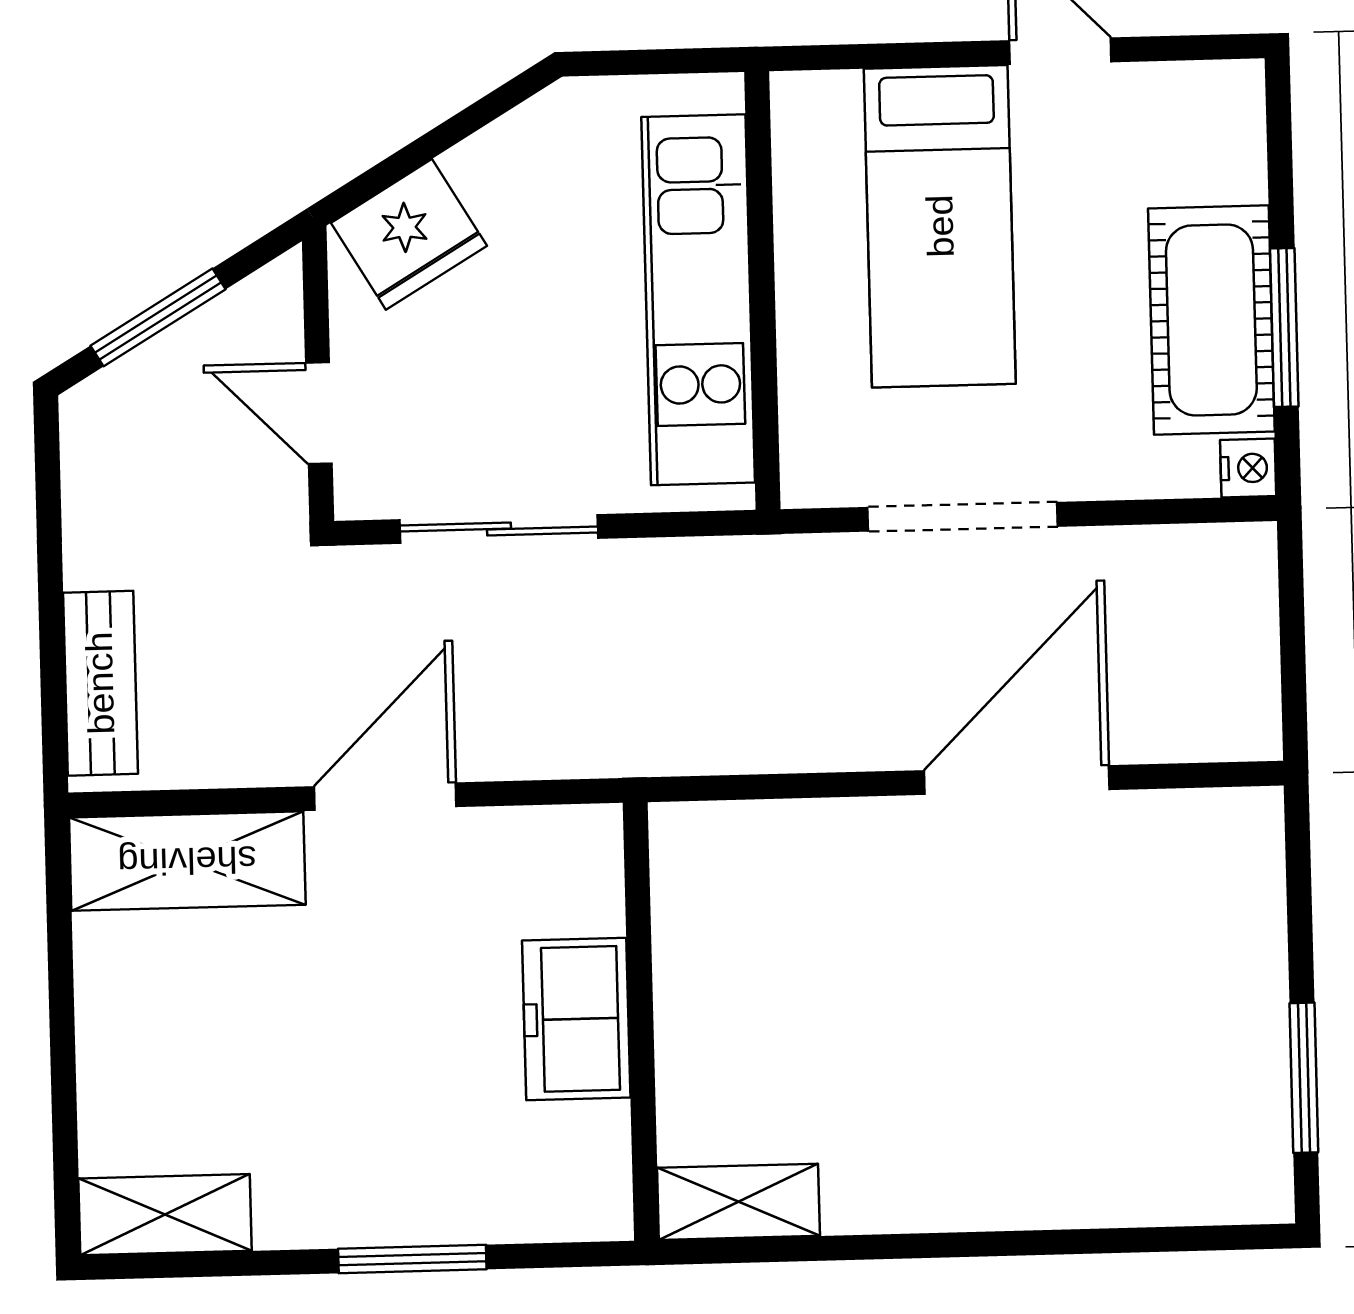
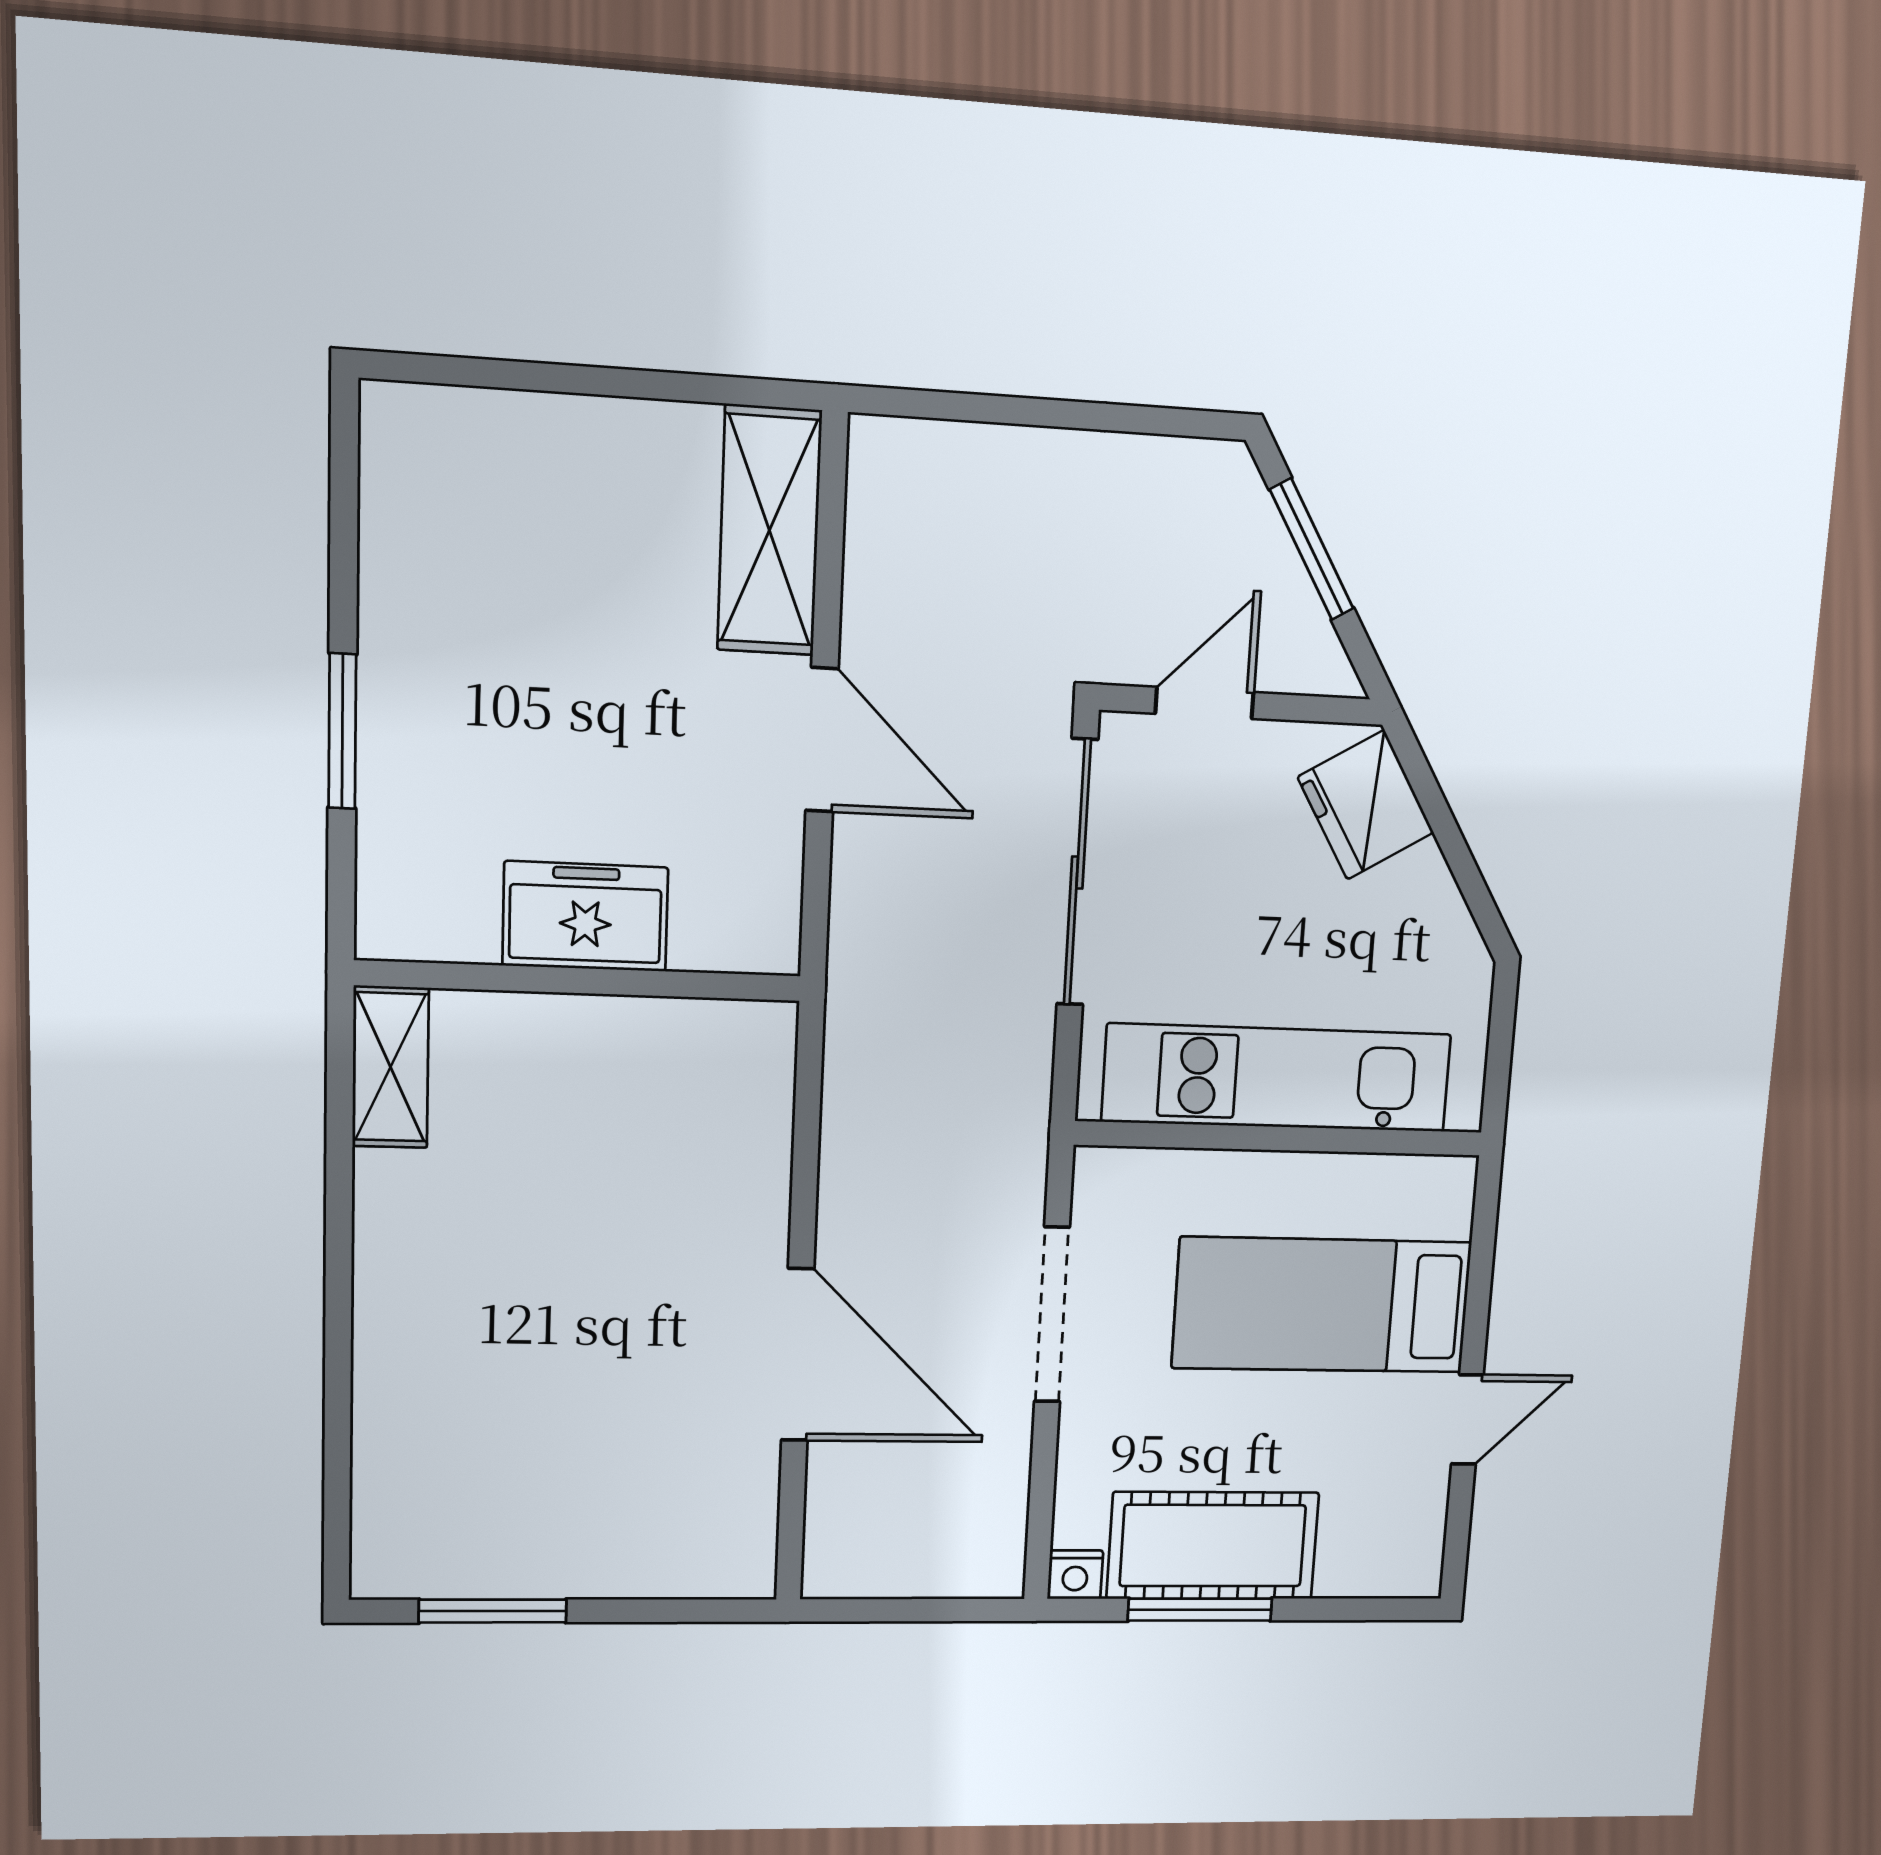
sliding door: (499, 529) -> (1077, 873), width x1.37
bench: (100, 683) -> (956, 456), removed
shelving: (165, 1215) -> (399, 473), removed

